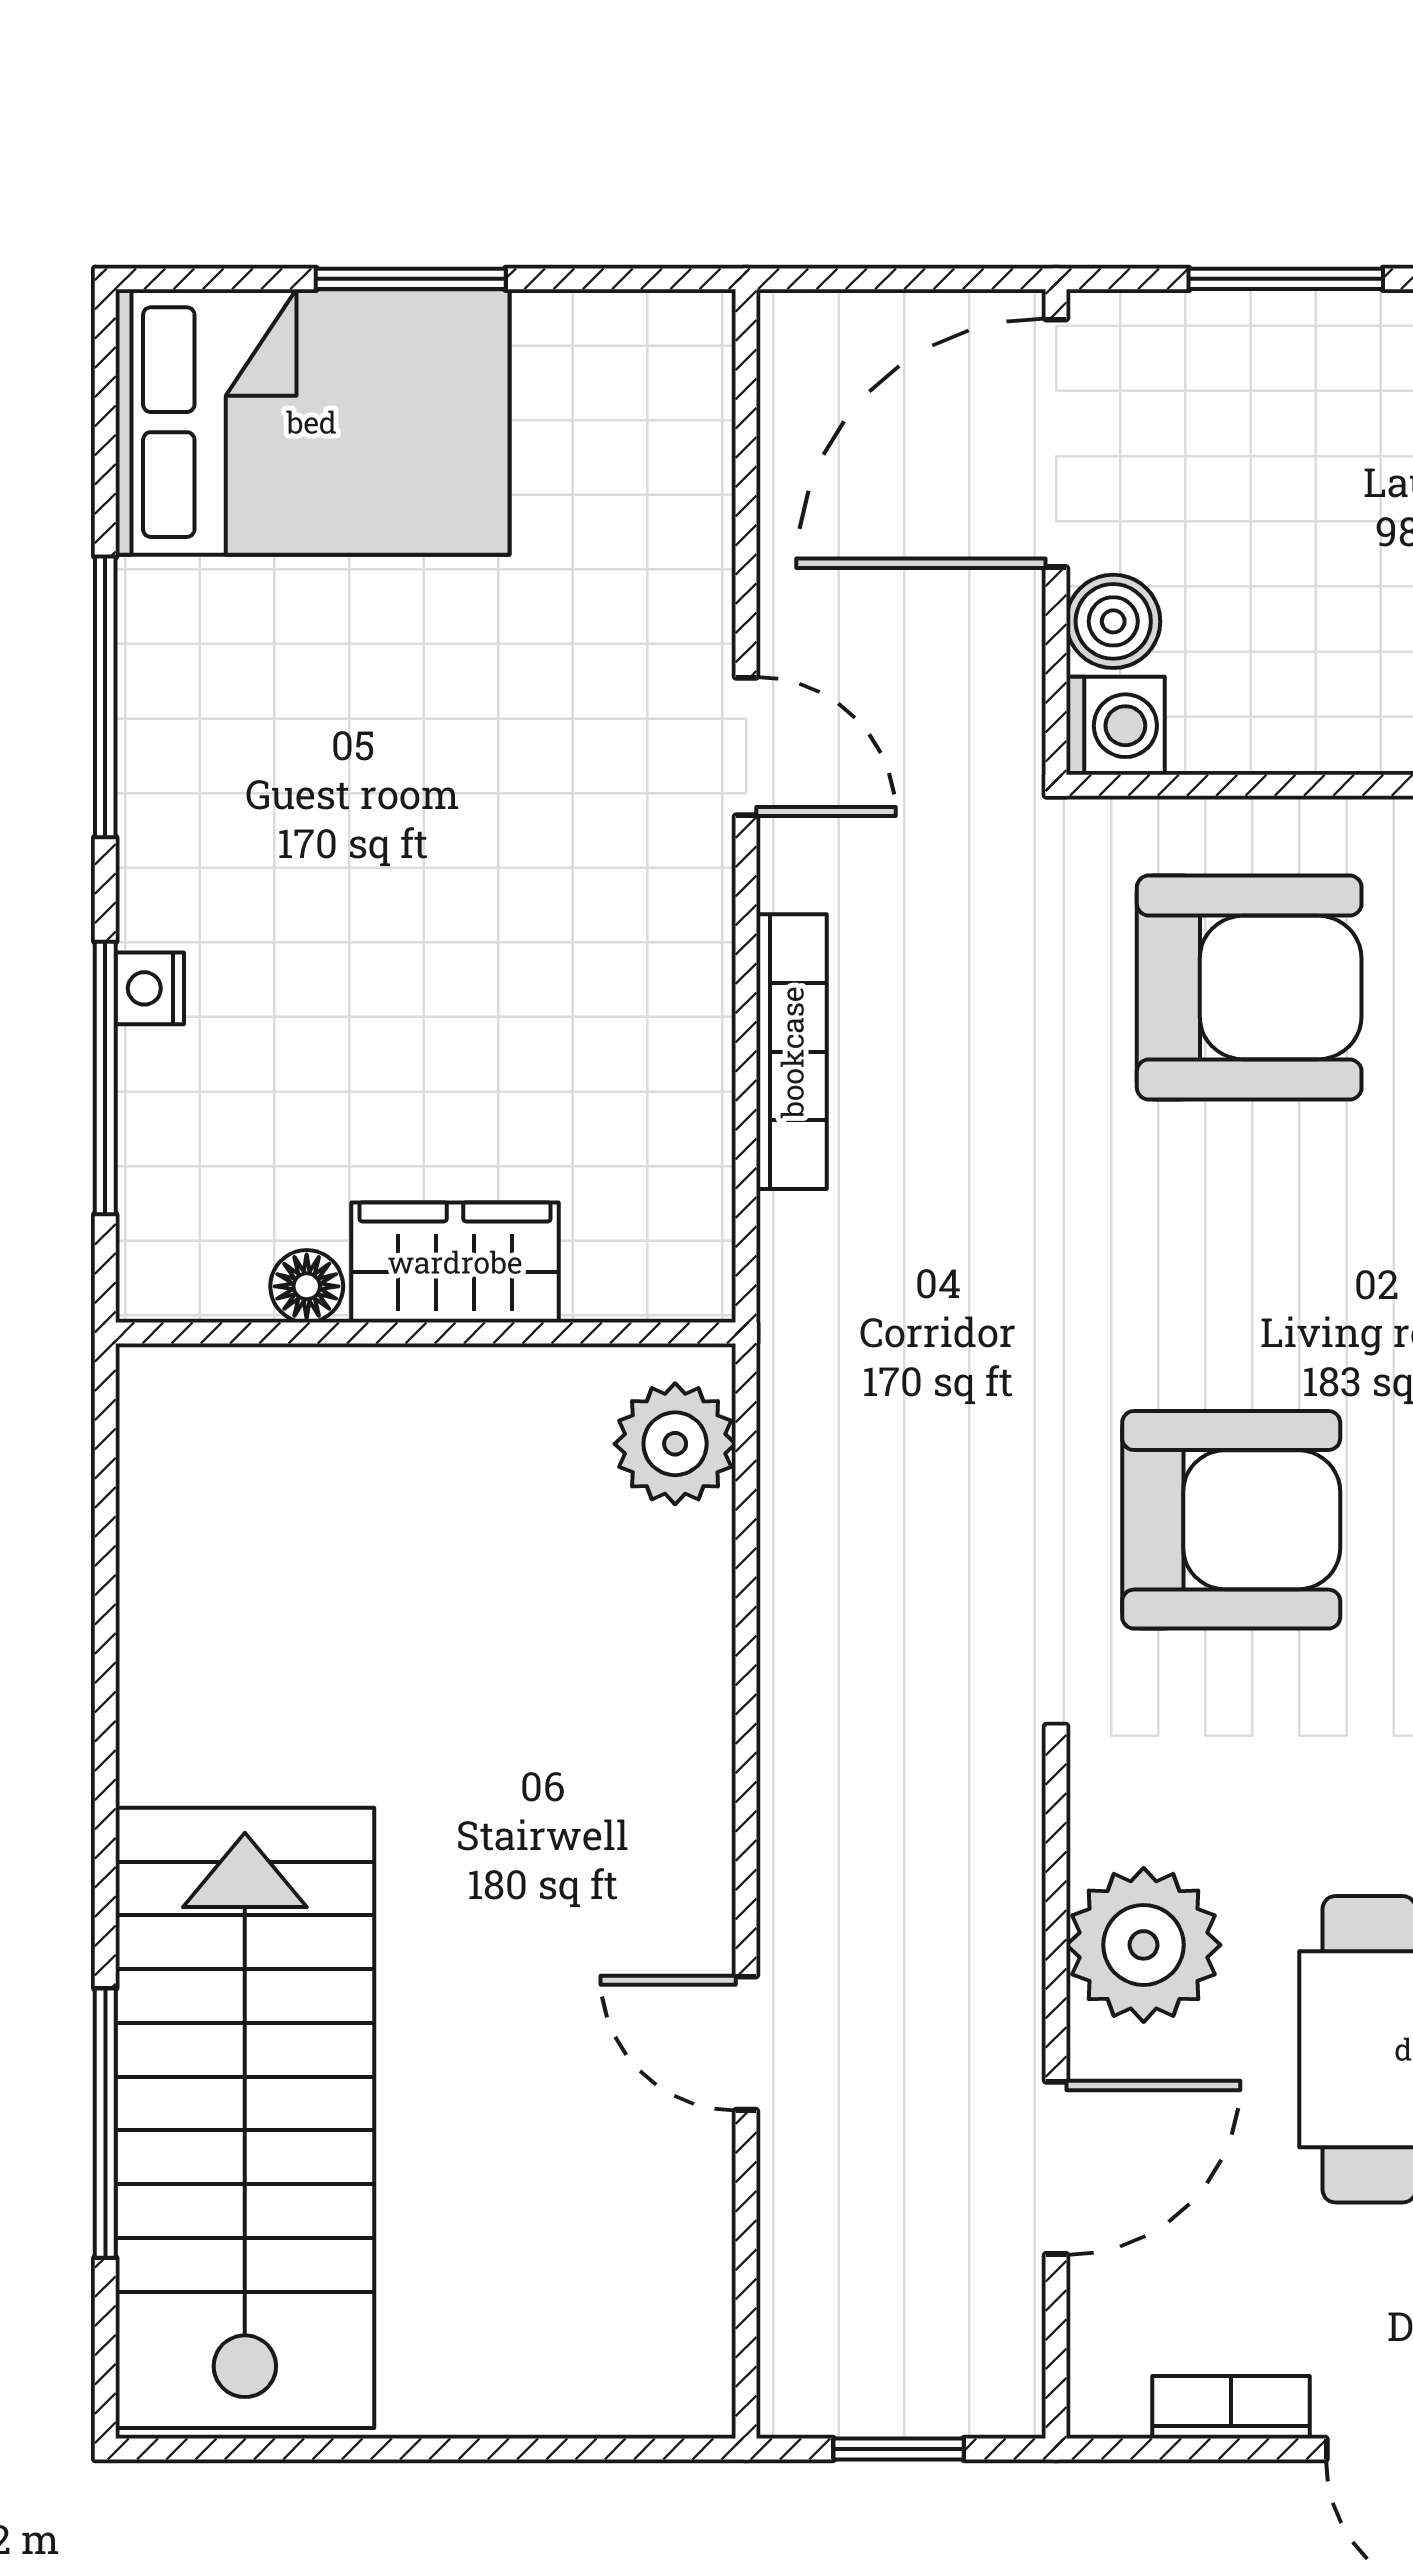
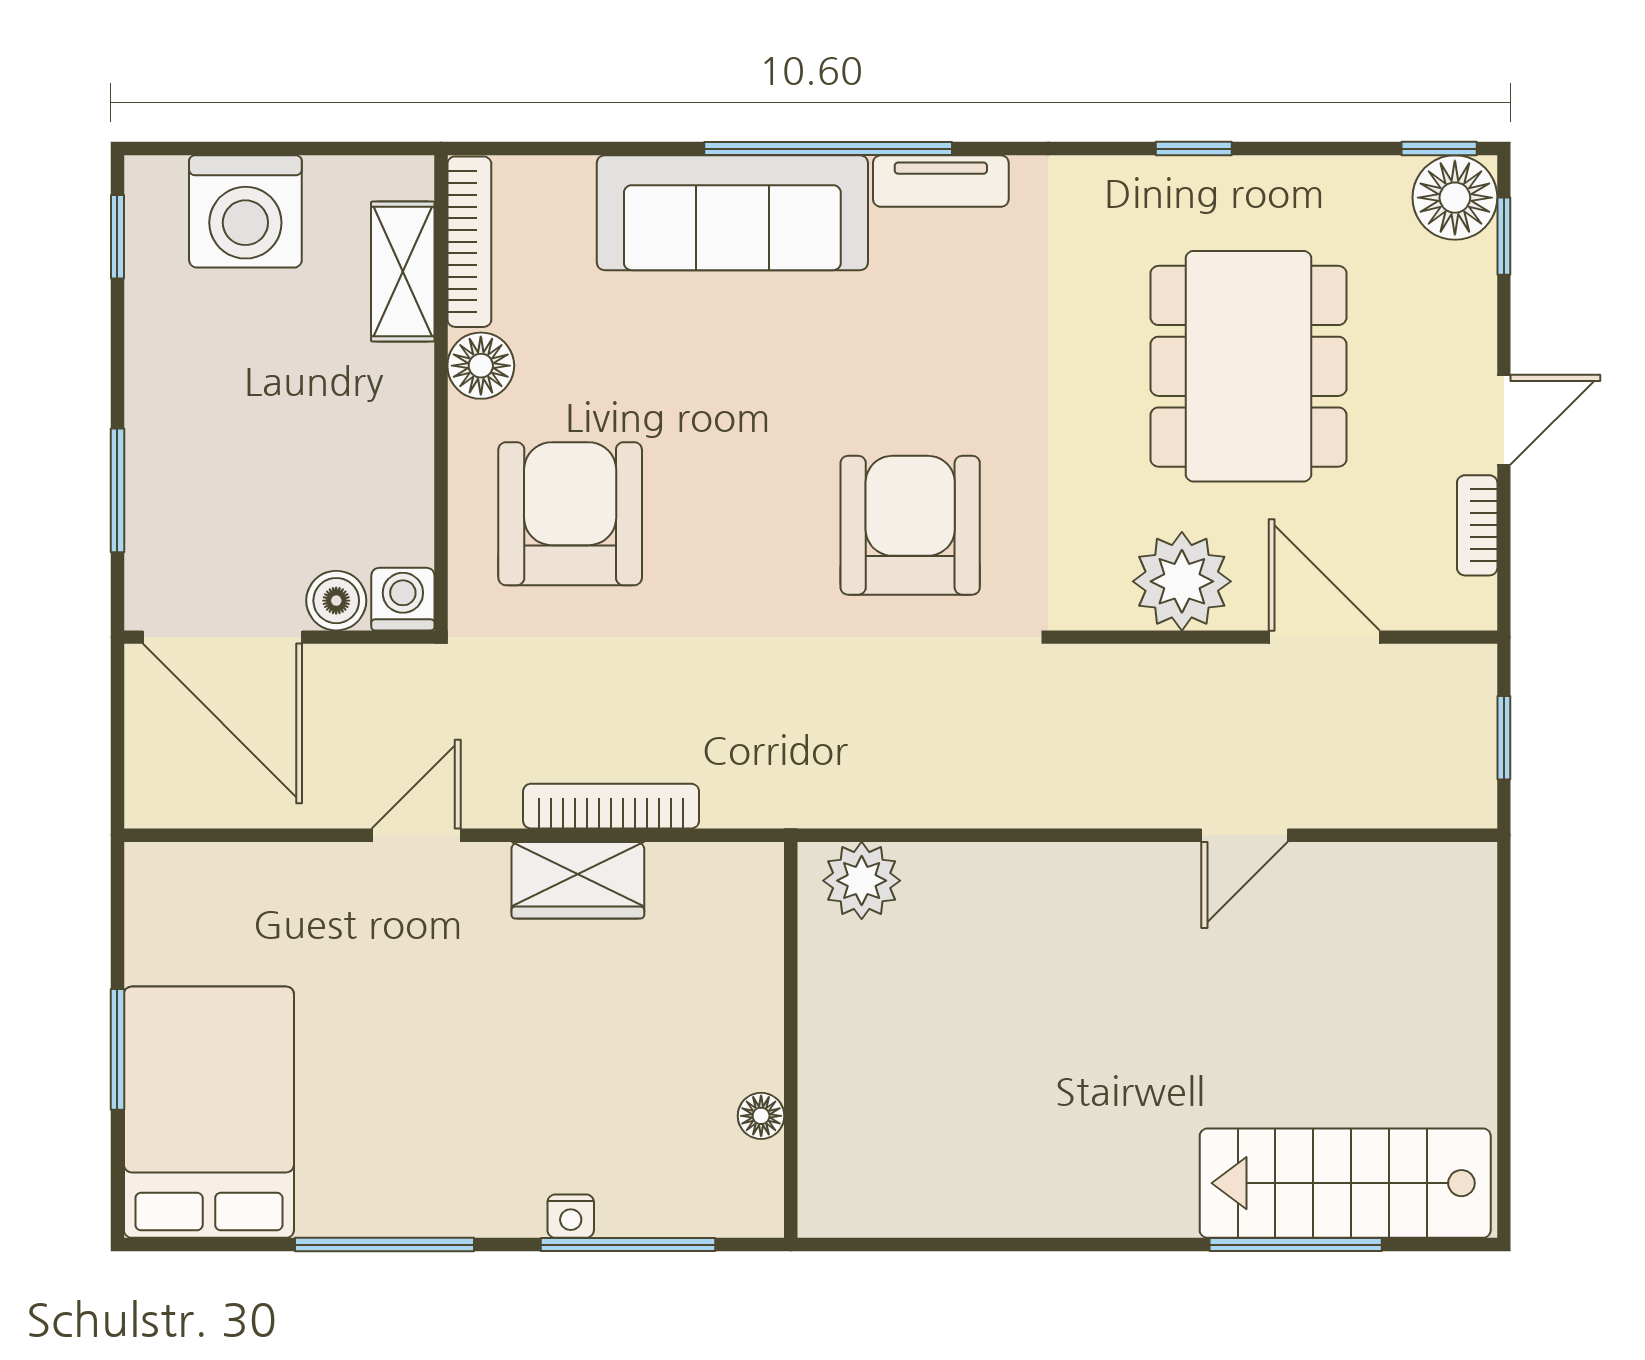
wardrobe: (455, 1262) -> (578, 880), moved, turned -90
stairs: (245, 2118) -> (1345, 1183), width x0.73, depth x0.66

